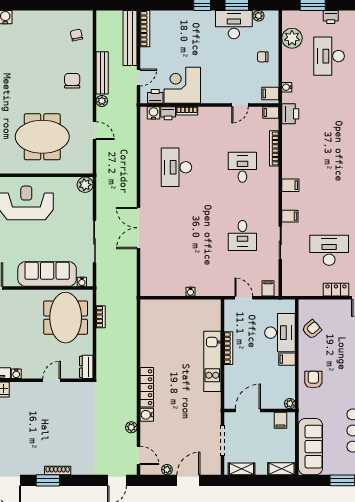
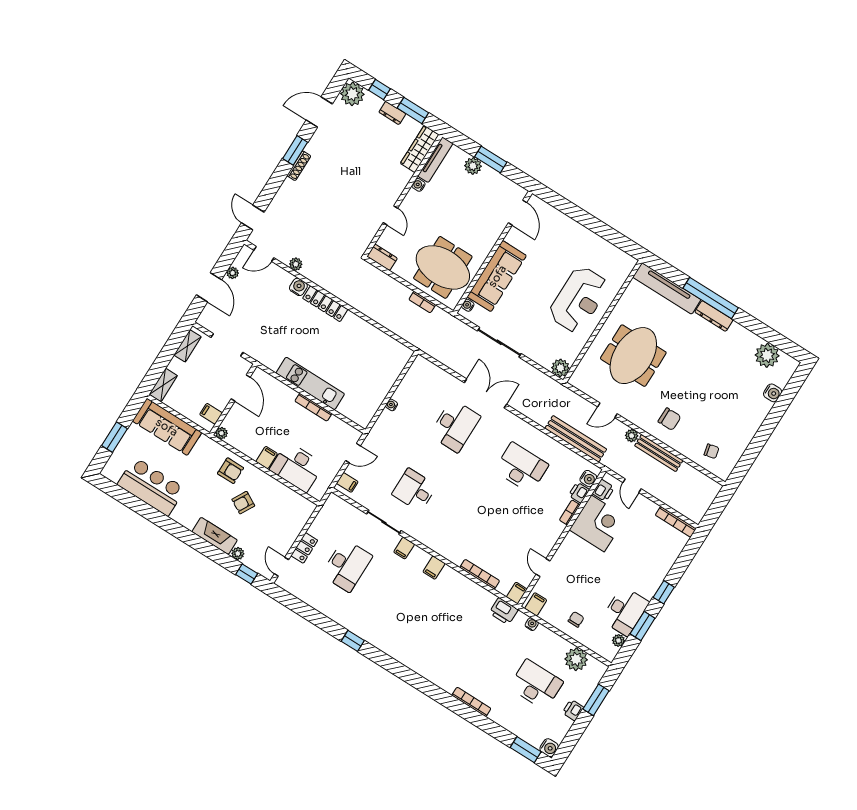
bench: (130, 38) -> (576, 439), moved
desk: (242, 167) -> (455, 426), moved, width x1.37
armchair: (312, 329) -> (243, 503), moved, turned 71

